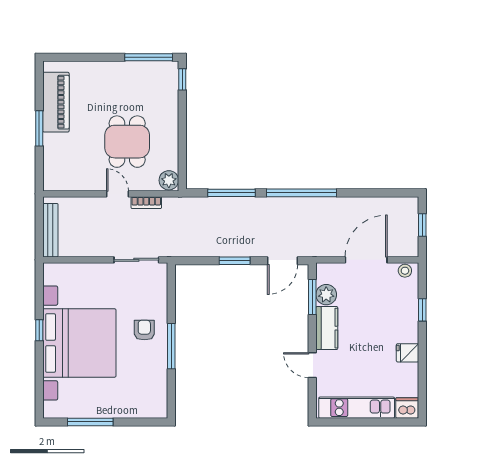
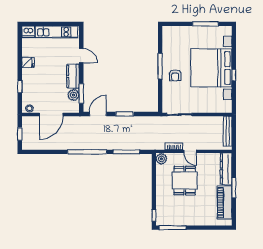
dresser: (53, 162) -> (226, 169), added

